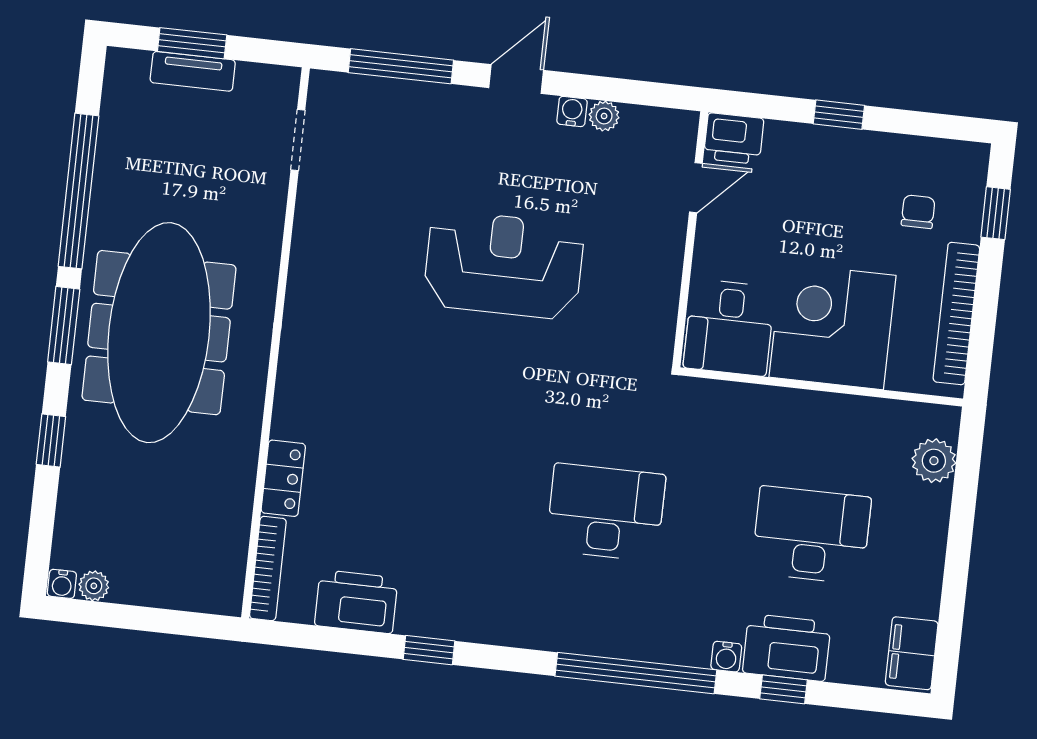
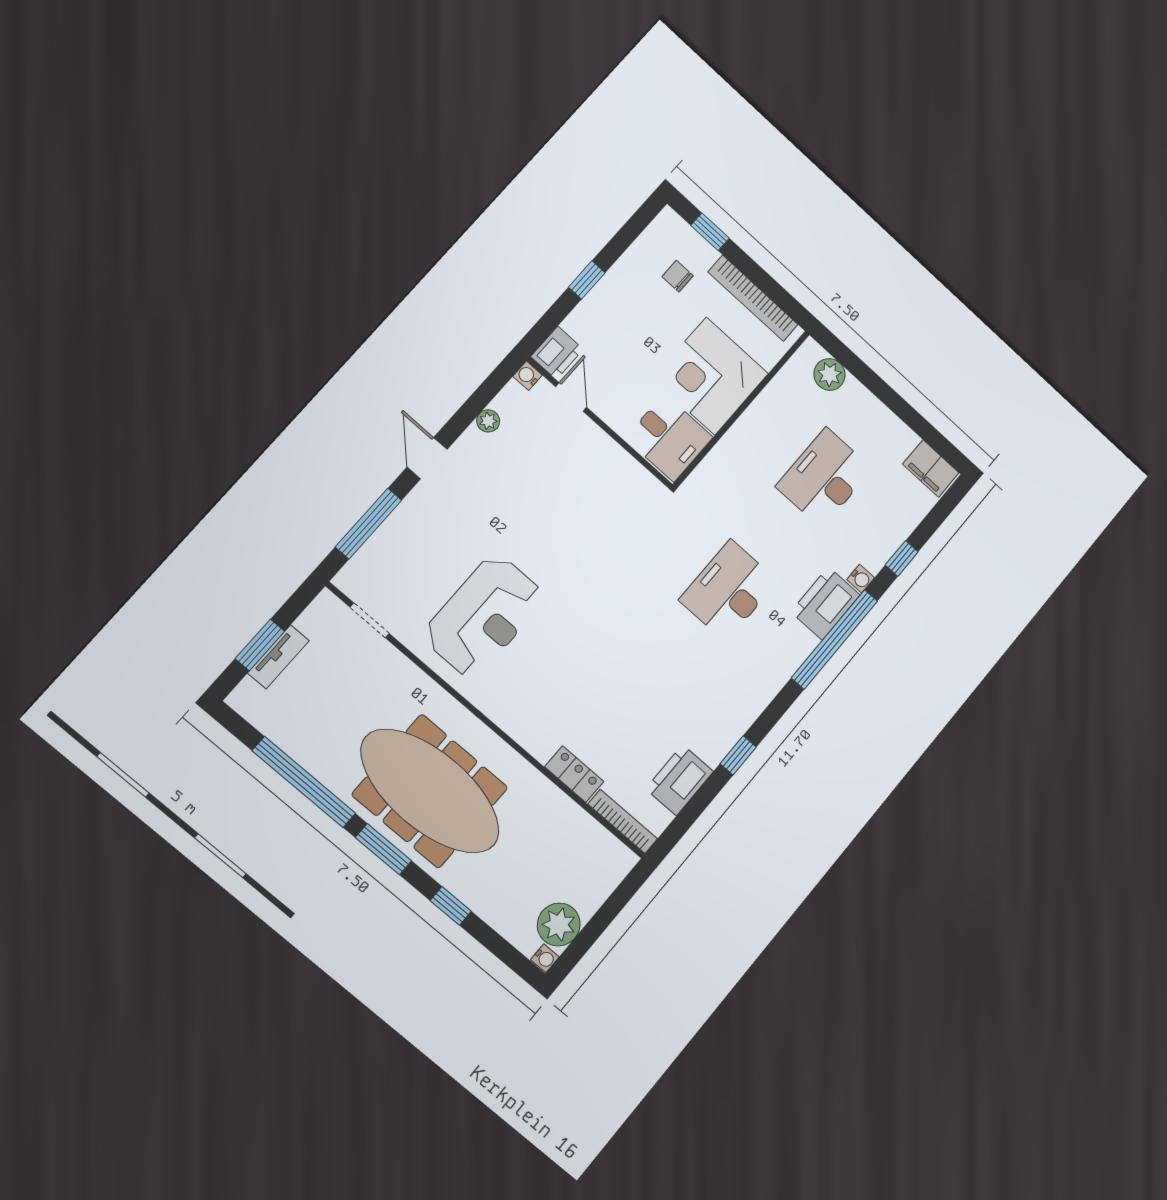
water cooler: (572, 111) -> (528, 376), moved
reception desk: (504, 265) -> (484, 616), moved, turned 180
plant: (94, 586) -> (559, 925), width x1.87, depth x1.87
printer: (787, 647) -> (825, 603), moved

